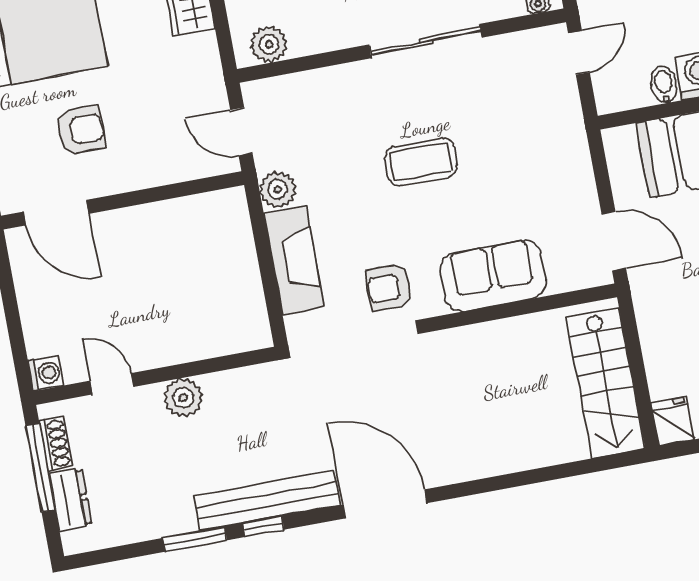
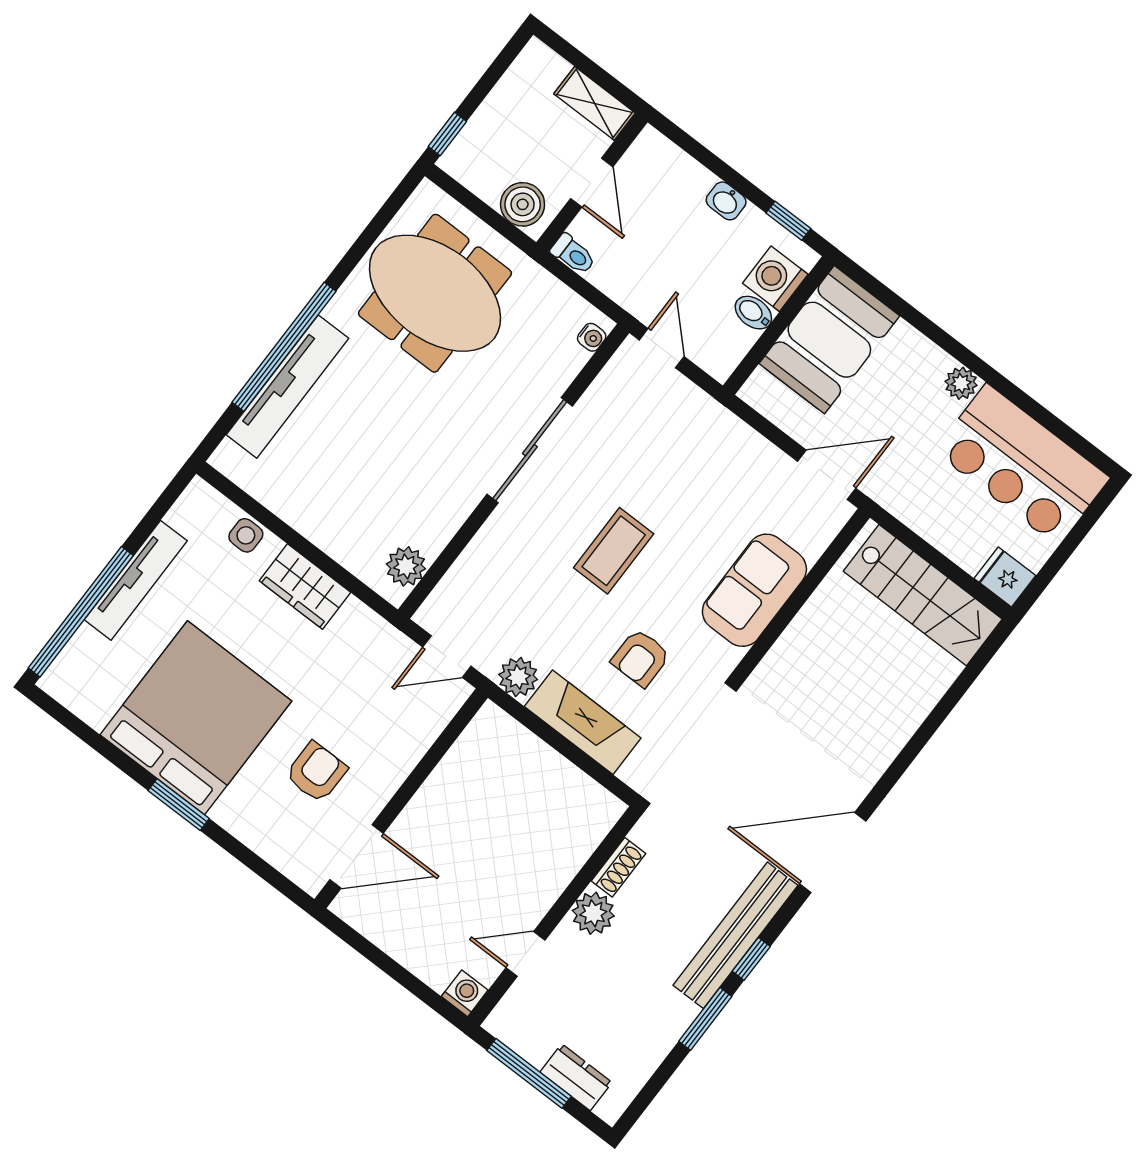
armchair: (389, 288) -> (641, 658), moved
shoe rack: (56, 444) -> (618, 867), moved, turned 90

